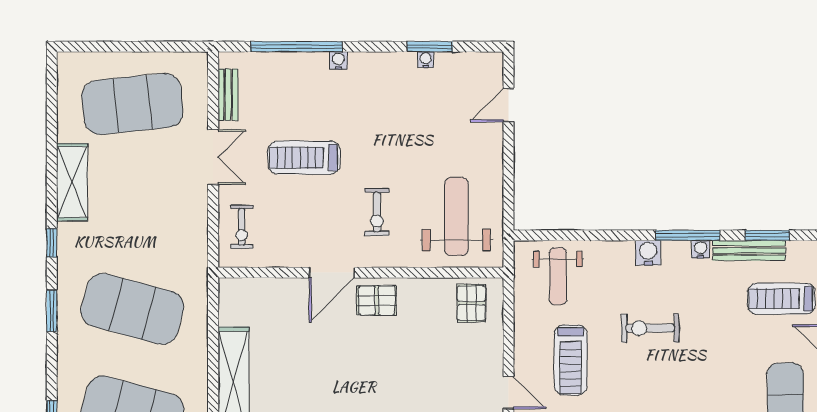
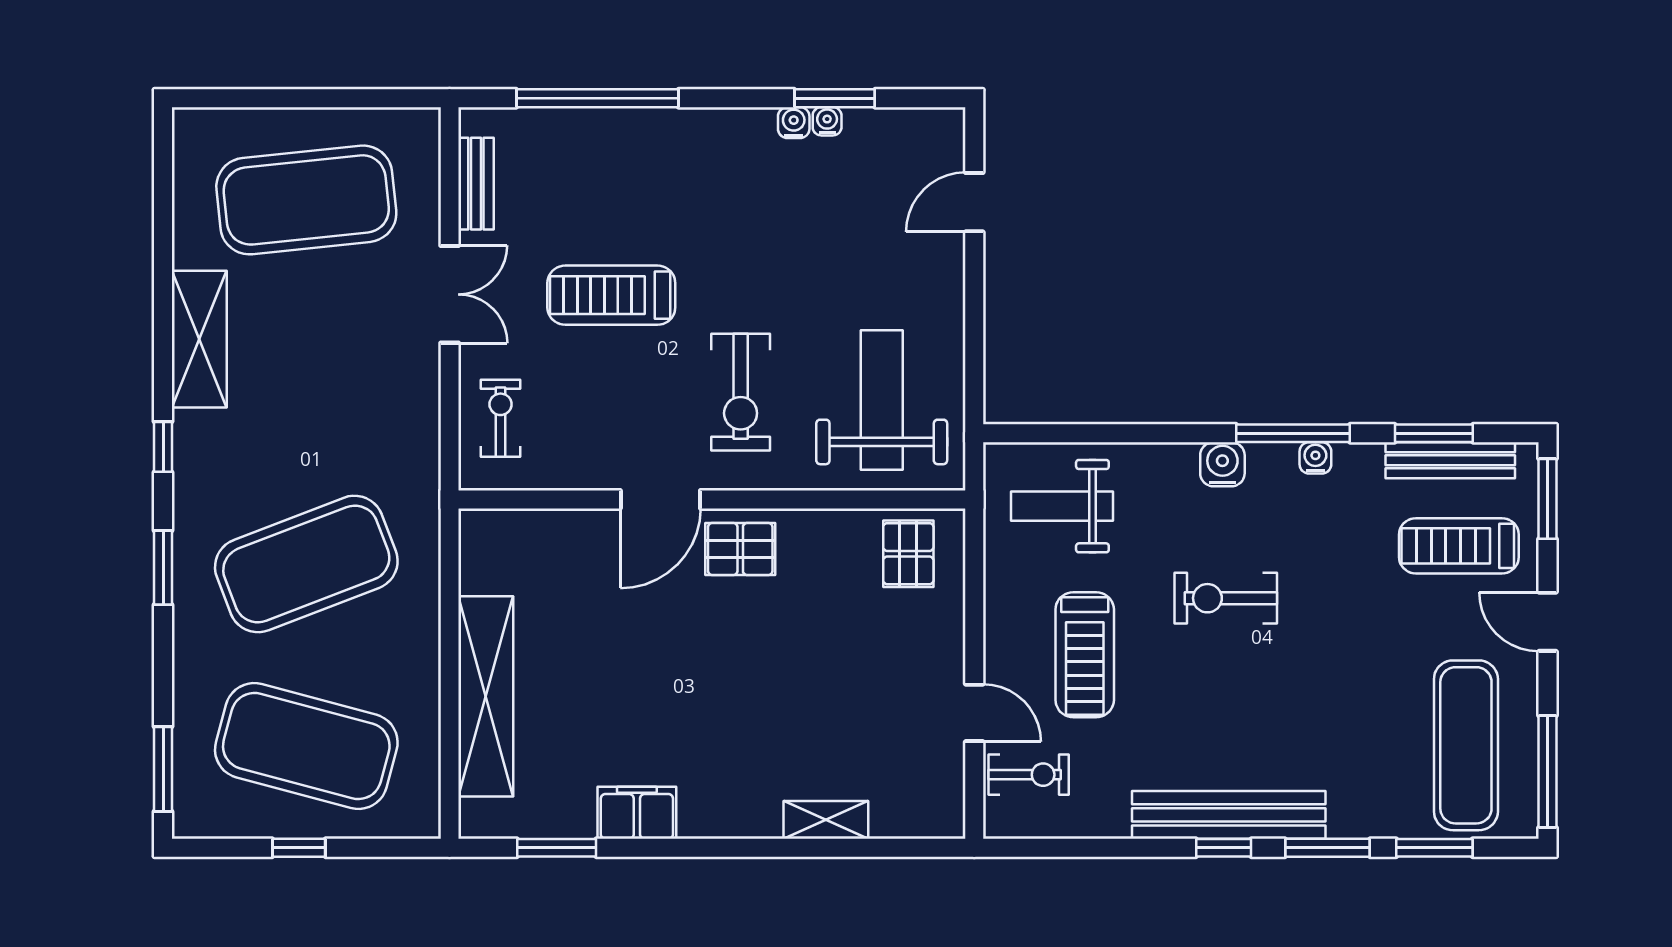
water cooler: (338, 60) -> (794, 123), moved
exercise bike: (377, 212) -> (741, 392), width x1.38, depth x1.39
exercise bike: (242, 227) -> (501, 418), turned 180
bench: (749, 250) -> (1450, 460), moved
weight bench: (558, 276) -> (1062, 506), turned 90
exercise mat: (132, 309) -> (306, 564), turned -36

